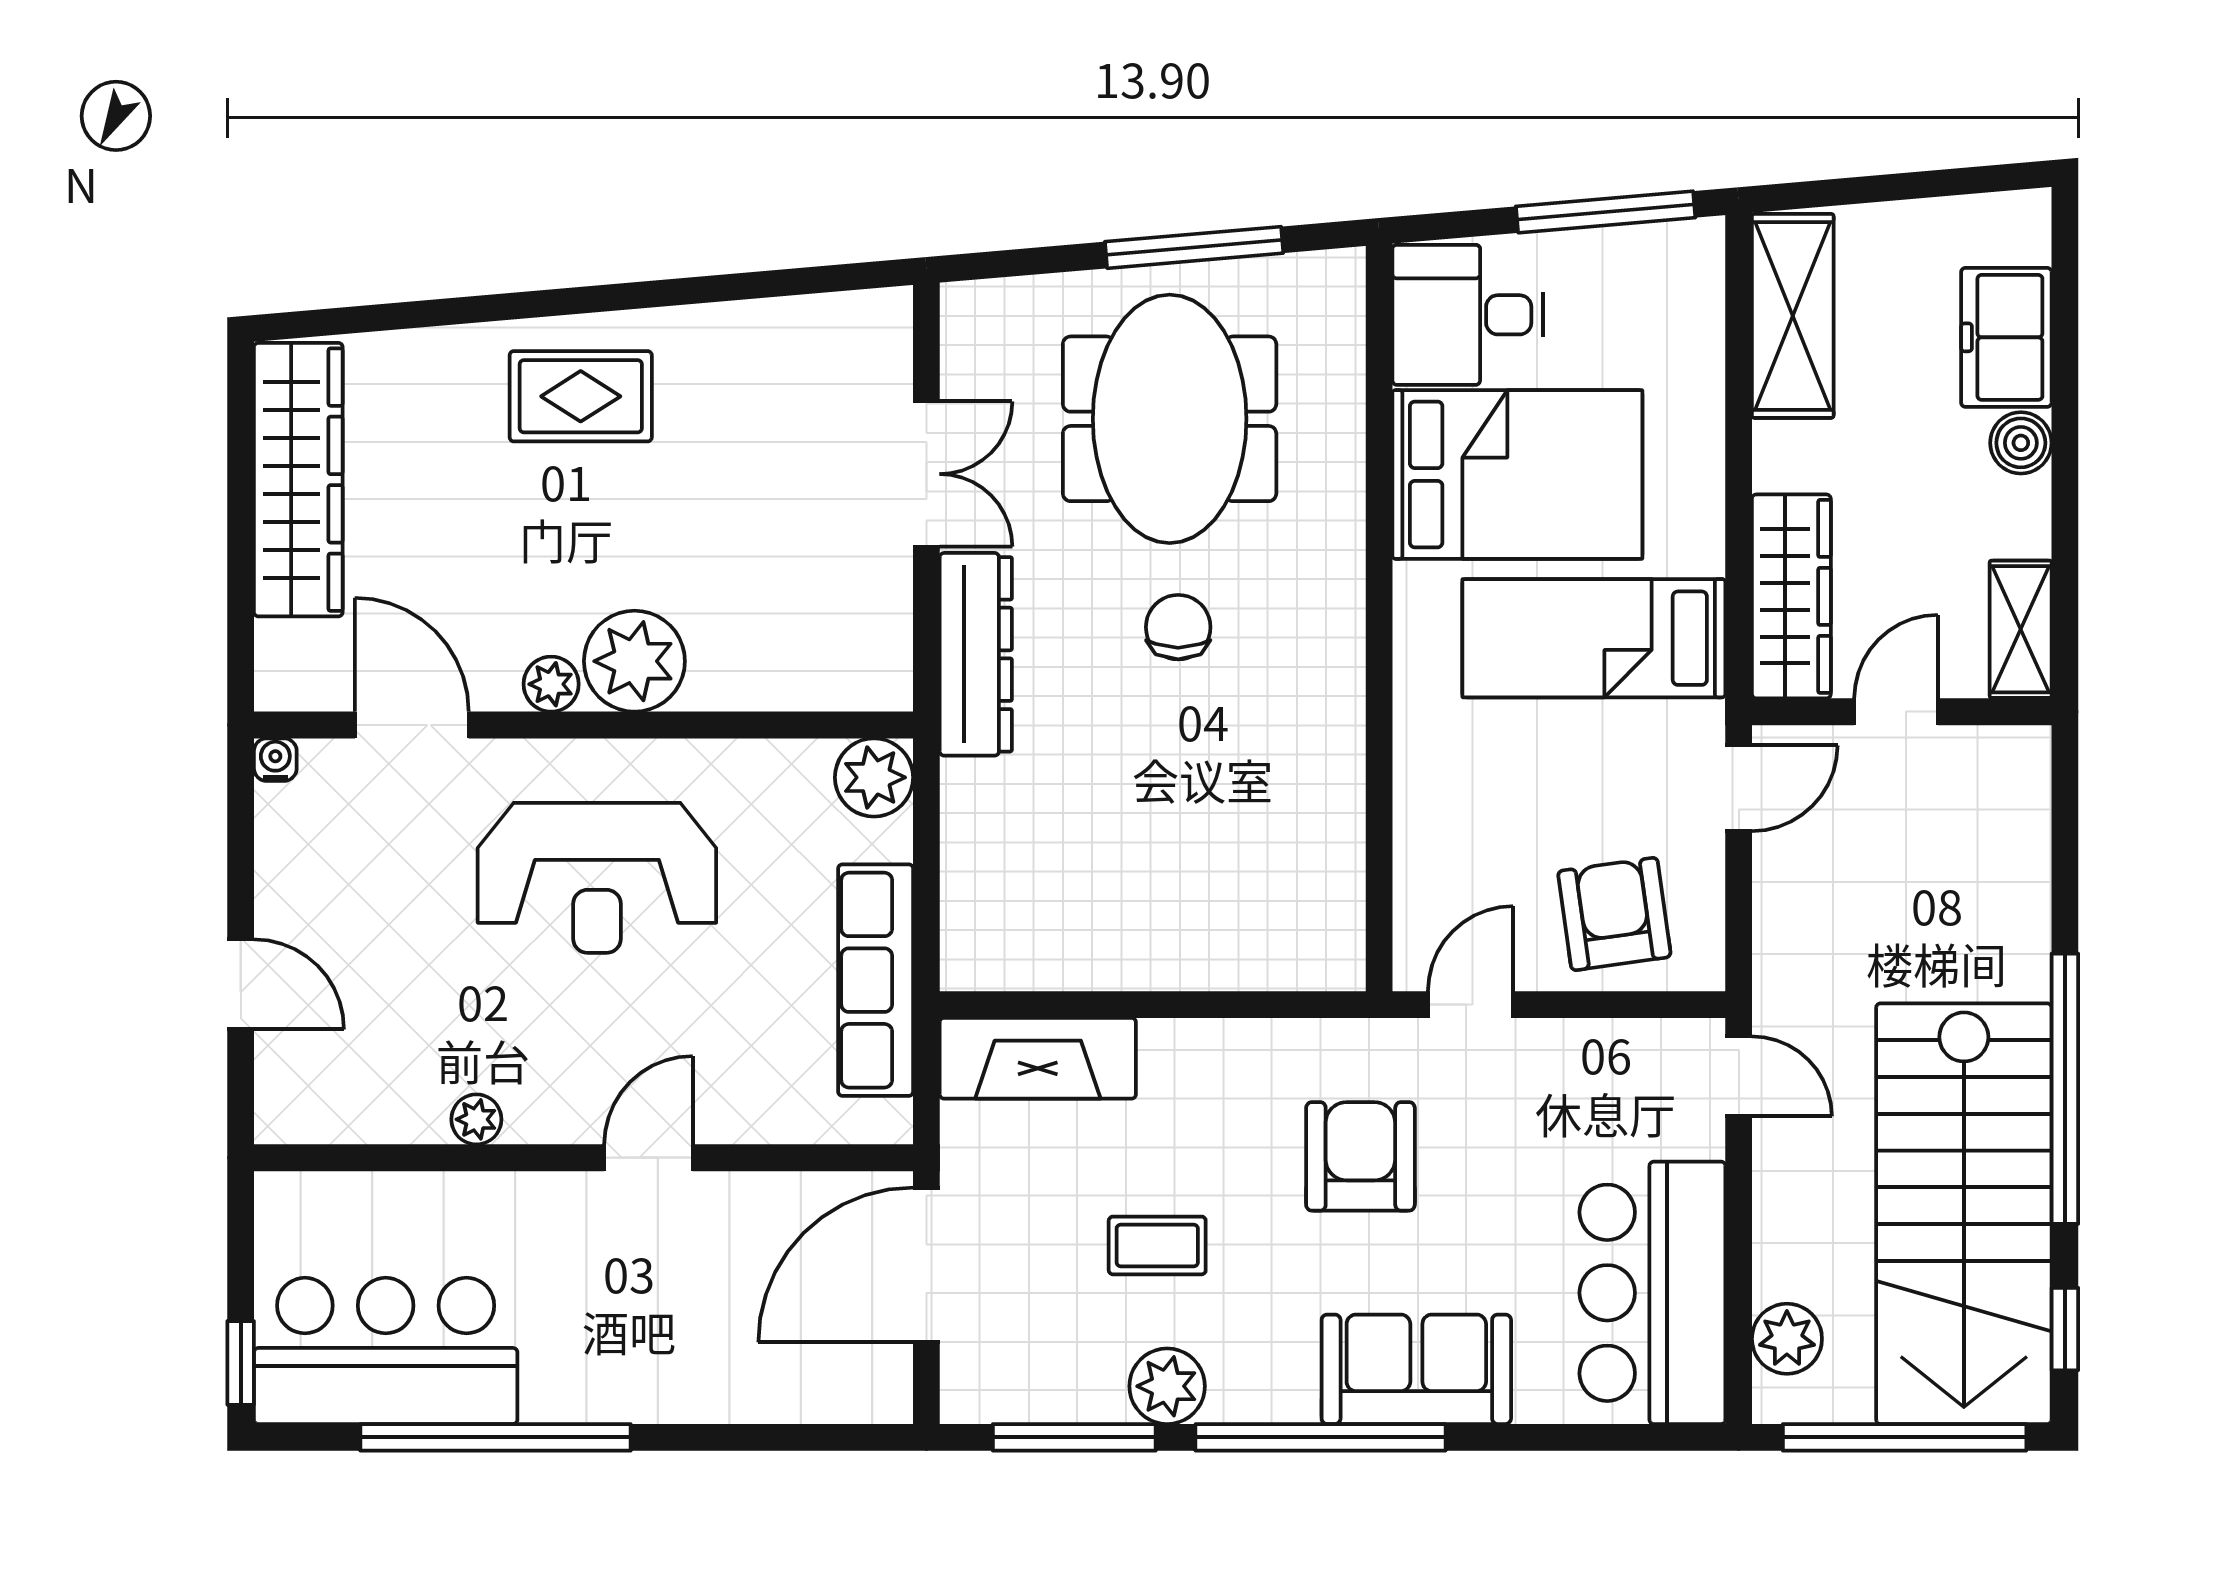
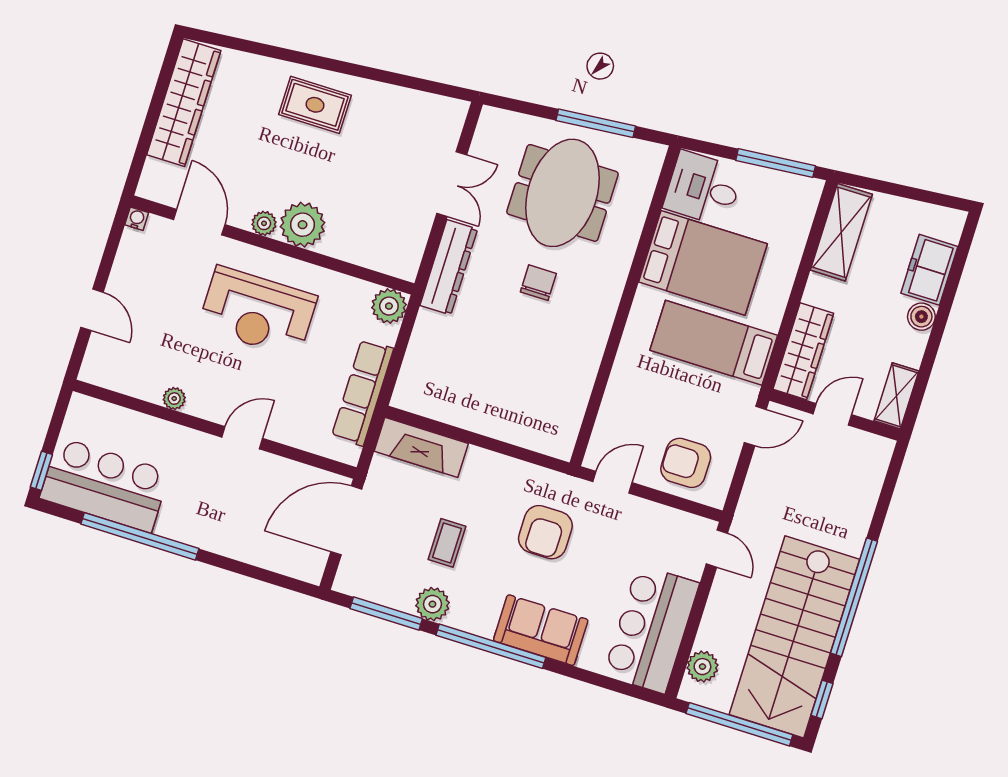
armchair: (1614, 914) -> (686, 463), turned -82
armchair: (1360, 1156) -> (545, 532), turned 180
coffee table: (1157, 1245) -> (447, 543), turned 90

